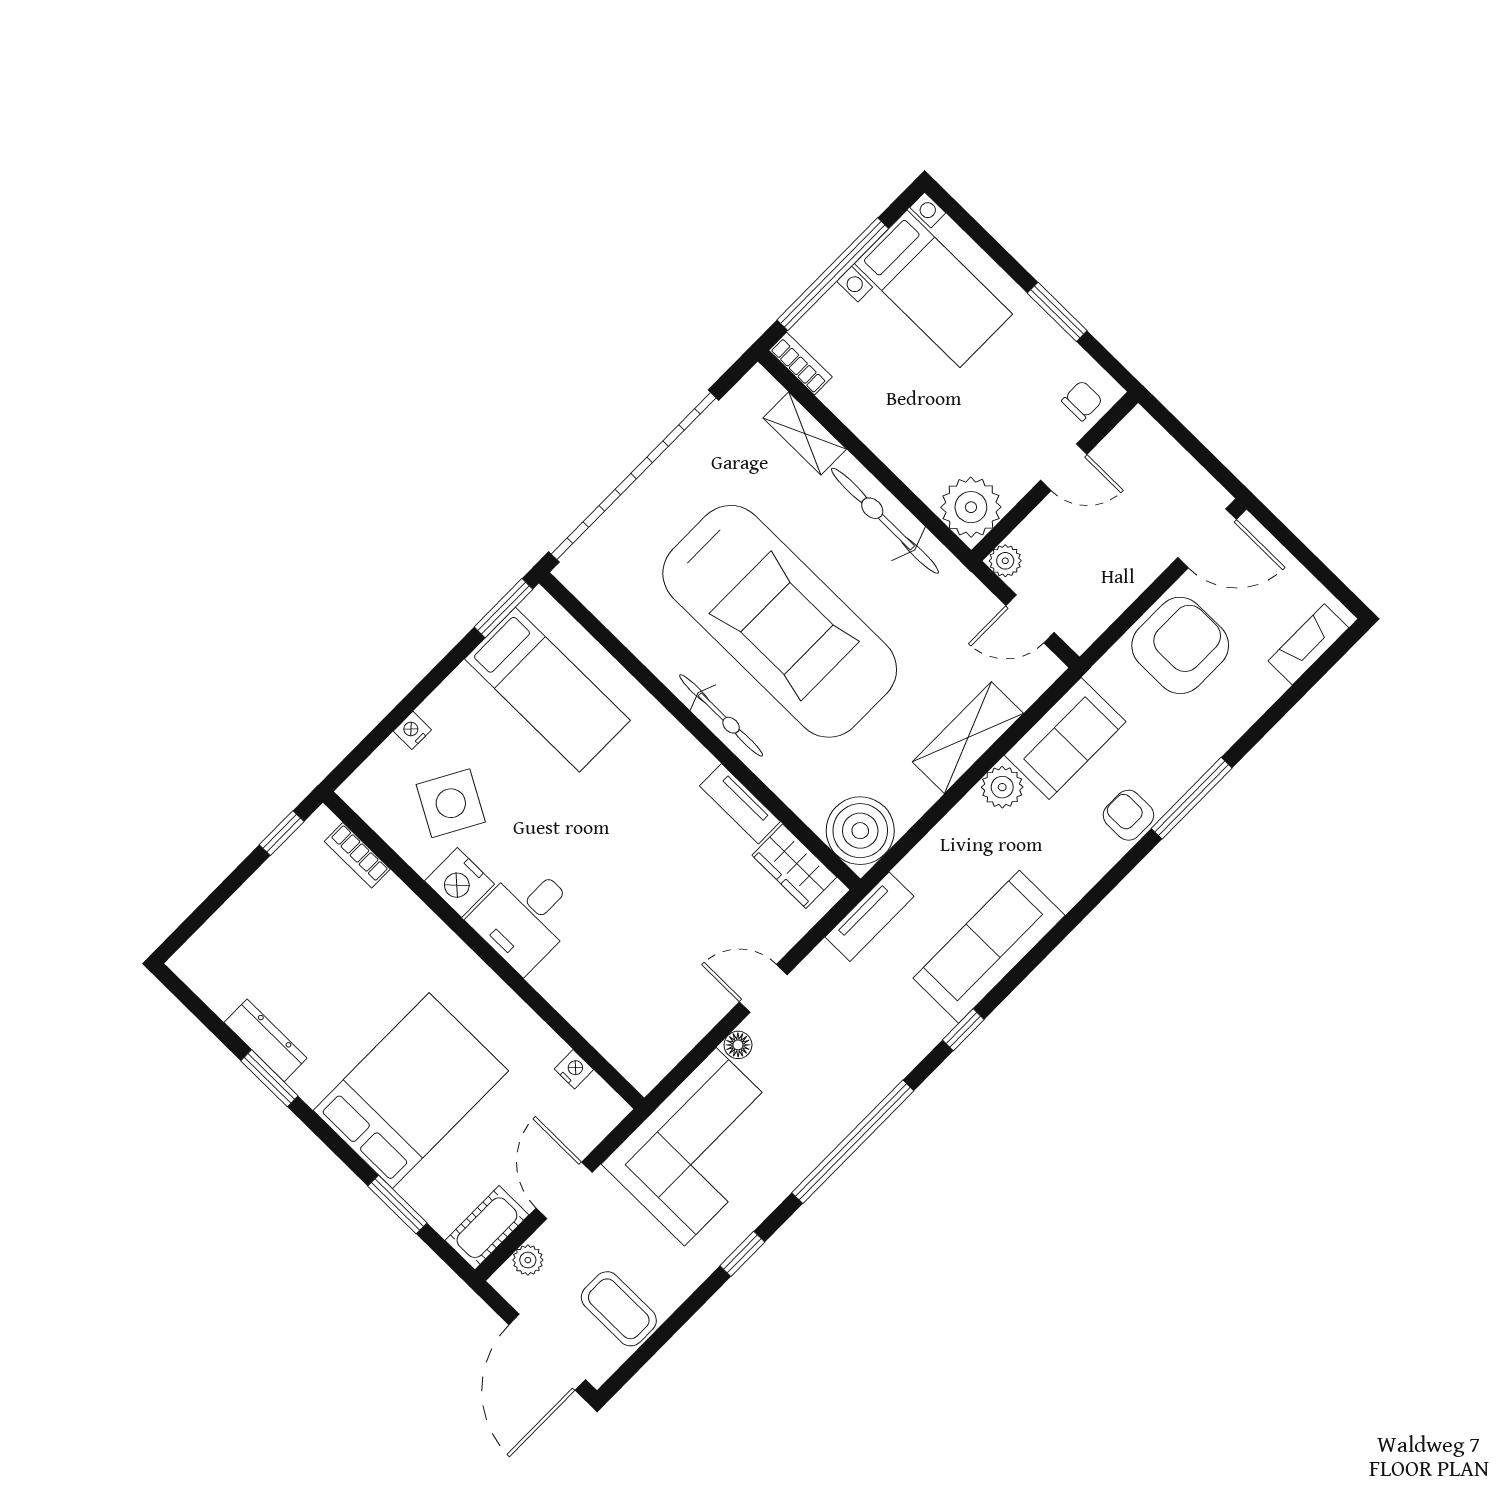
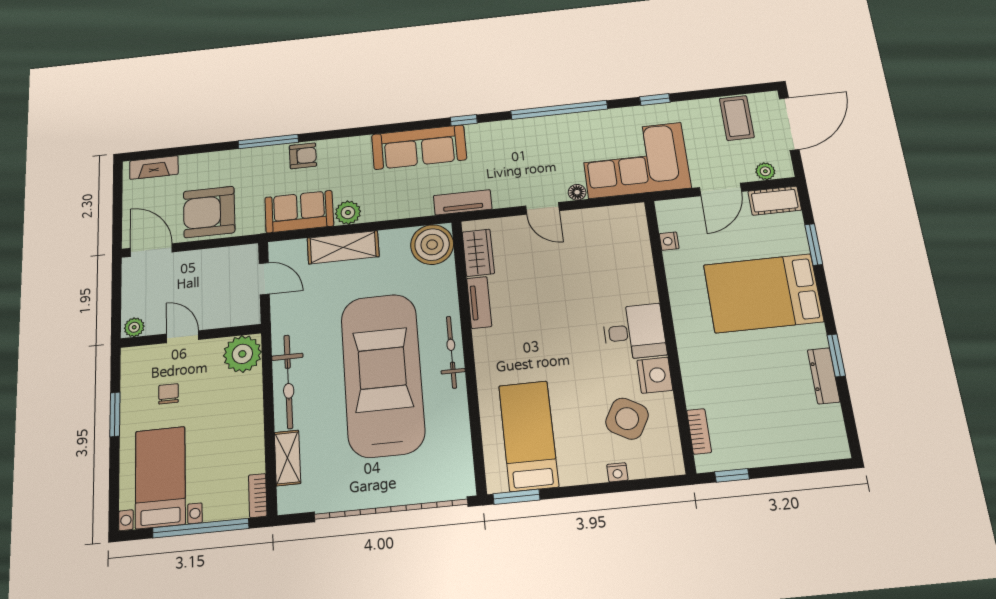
chair: (1082, 401) -> (168, 394), moved, turned 90
plant: (1005, 561) -> (134, 327), moved
armchair: (1128, 815) -> (303, 156), turned -90

